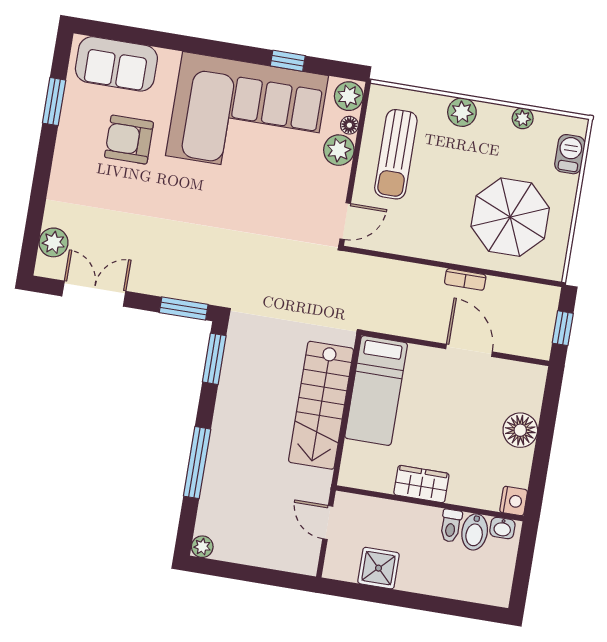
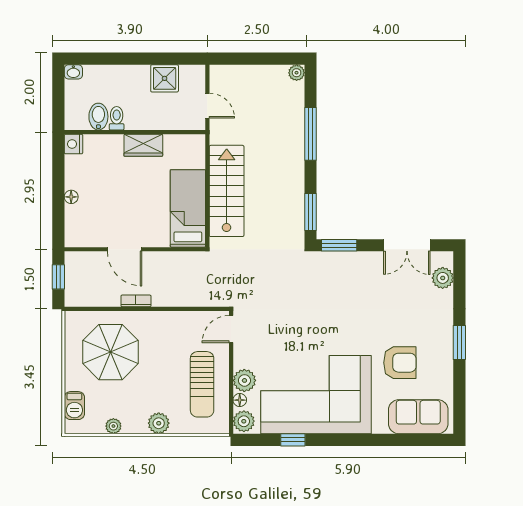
window: (54, 102) -> (459, 343), moved
sun lounger: (396, 154) -> (202, 384), turned 180
floor lamp: (520, 430) -> (71, 197), width x0.53, depth x0.53
washbasin: (502, 528) -> (73, 72), moved, turned 180

